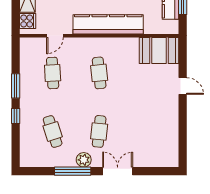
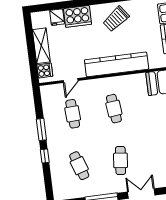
plant: (84, 160) -> (110, 187), removed

